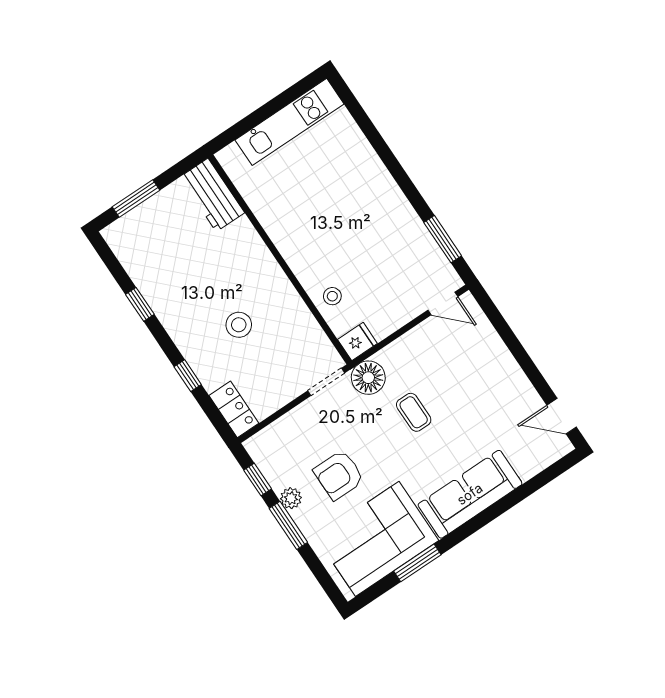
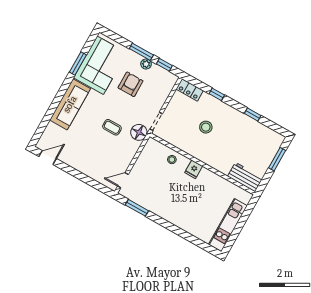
fridge: (357, 341) -> (194, 169), moved

